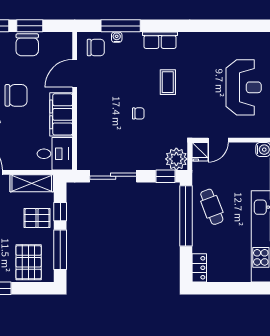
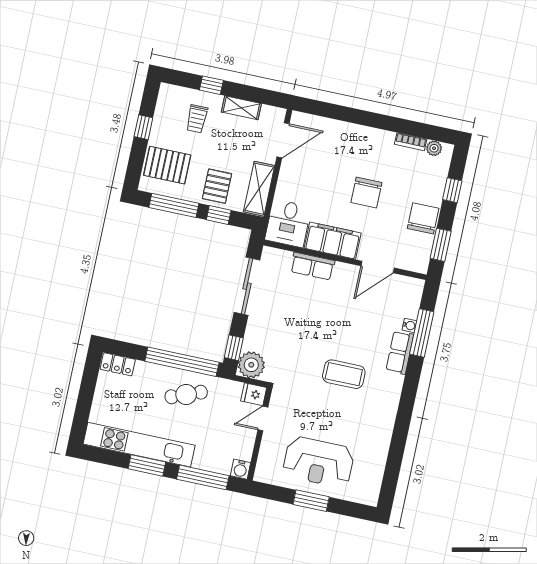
window: (30, 26) -> (441, 245), moved
row of seats: (160, 40) -> (400, 352), moved
chair: (27, 45) -> (423, 218), turned 90
chair: (96, 47) -> (403, 298), removed
door: (75, 73) -> (378, 267), swing flipped
coffee table: (168, 82) -> (344, 374), width x1.36, depth x1.30
chair: (138, 113) -> (314, 332), removed
row of seats: (85, 126) -> (313, 266), added
door: (218, 140) -> (263, 419), hinge flipped

